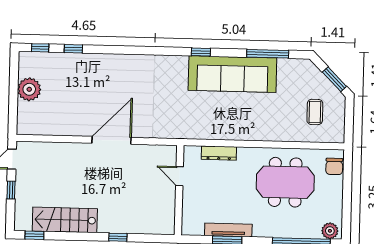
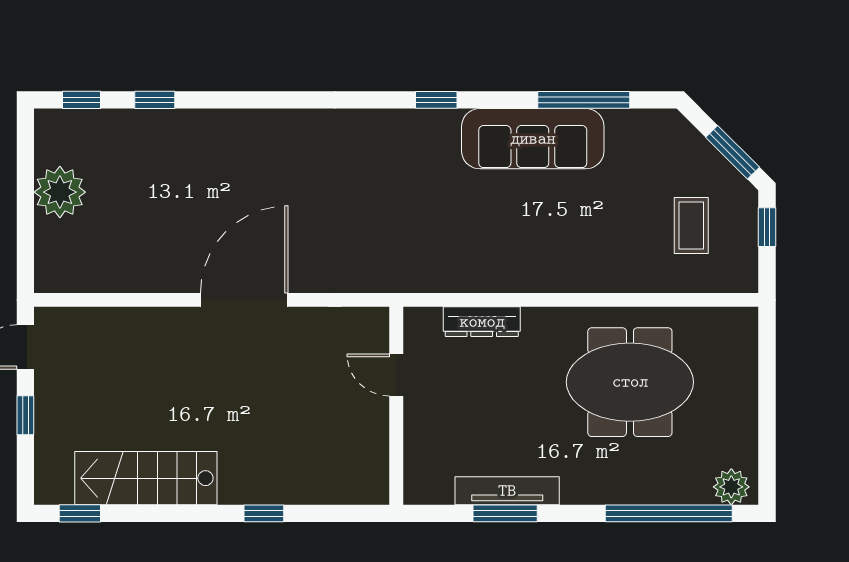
sofa: (232, 74) -> (533, 139), width x0.74, depth x0.79
window: (349, 114) -> (767, 227), added
chair: (334, 166) -> (737, 344), removed

